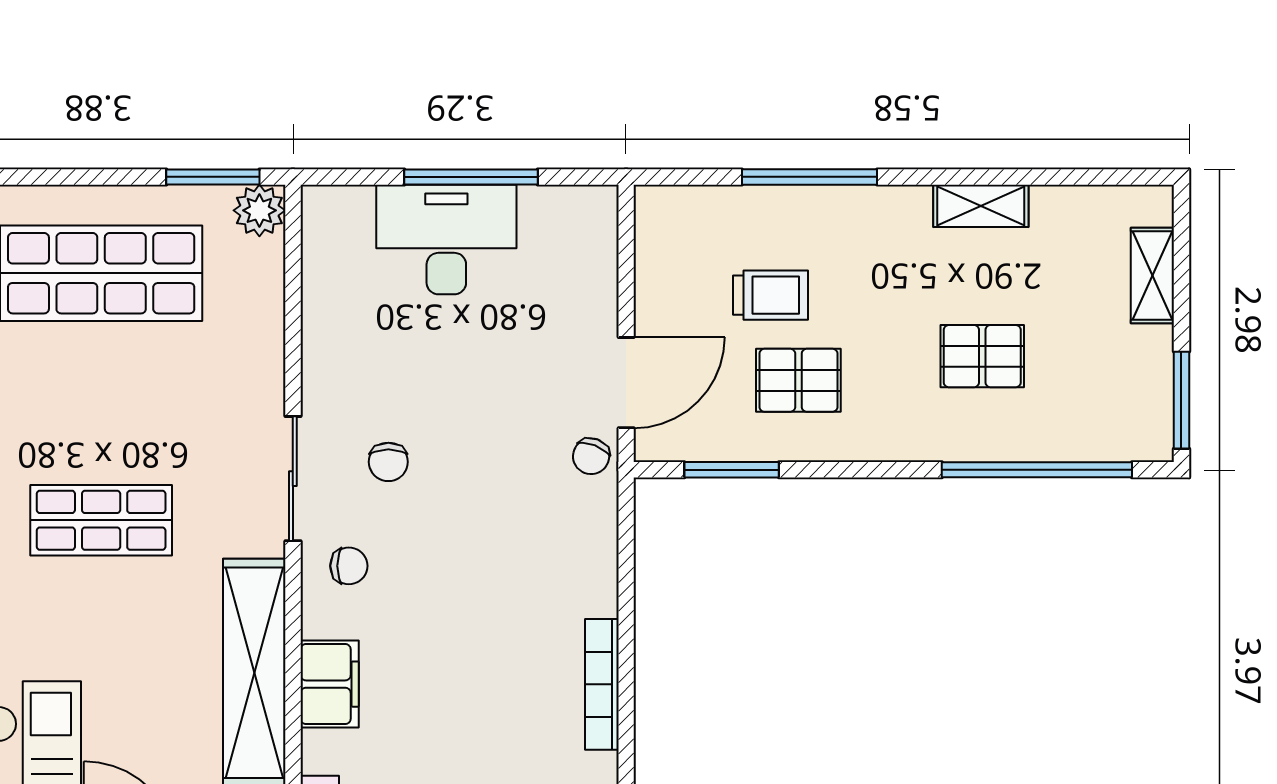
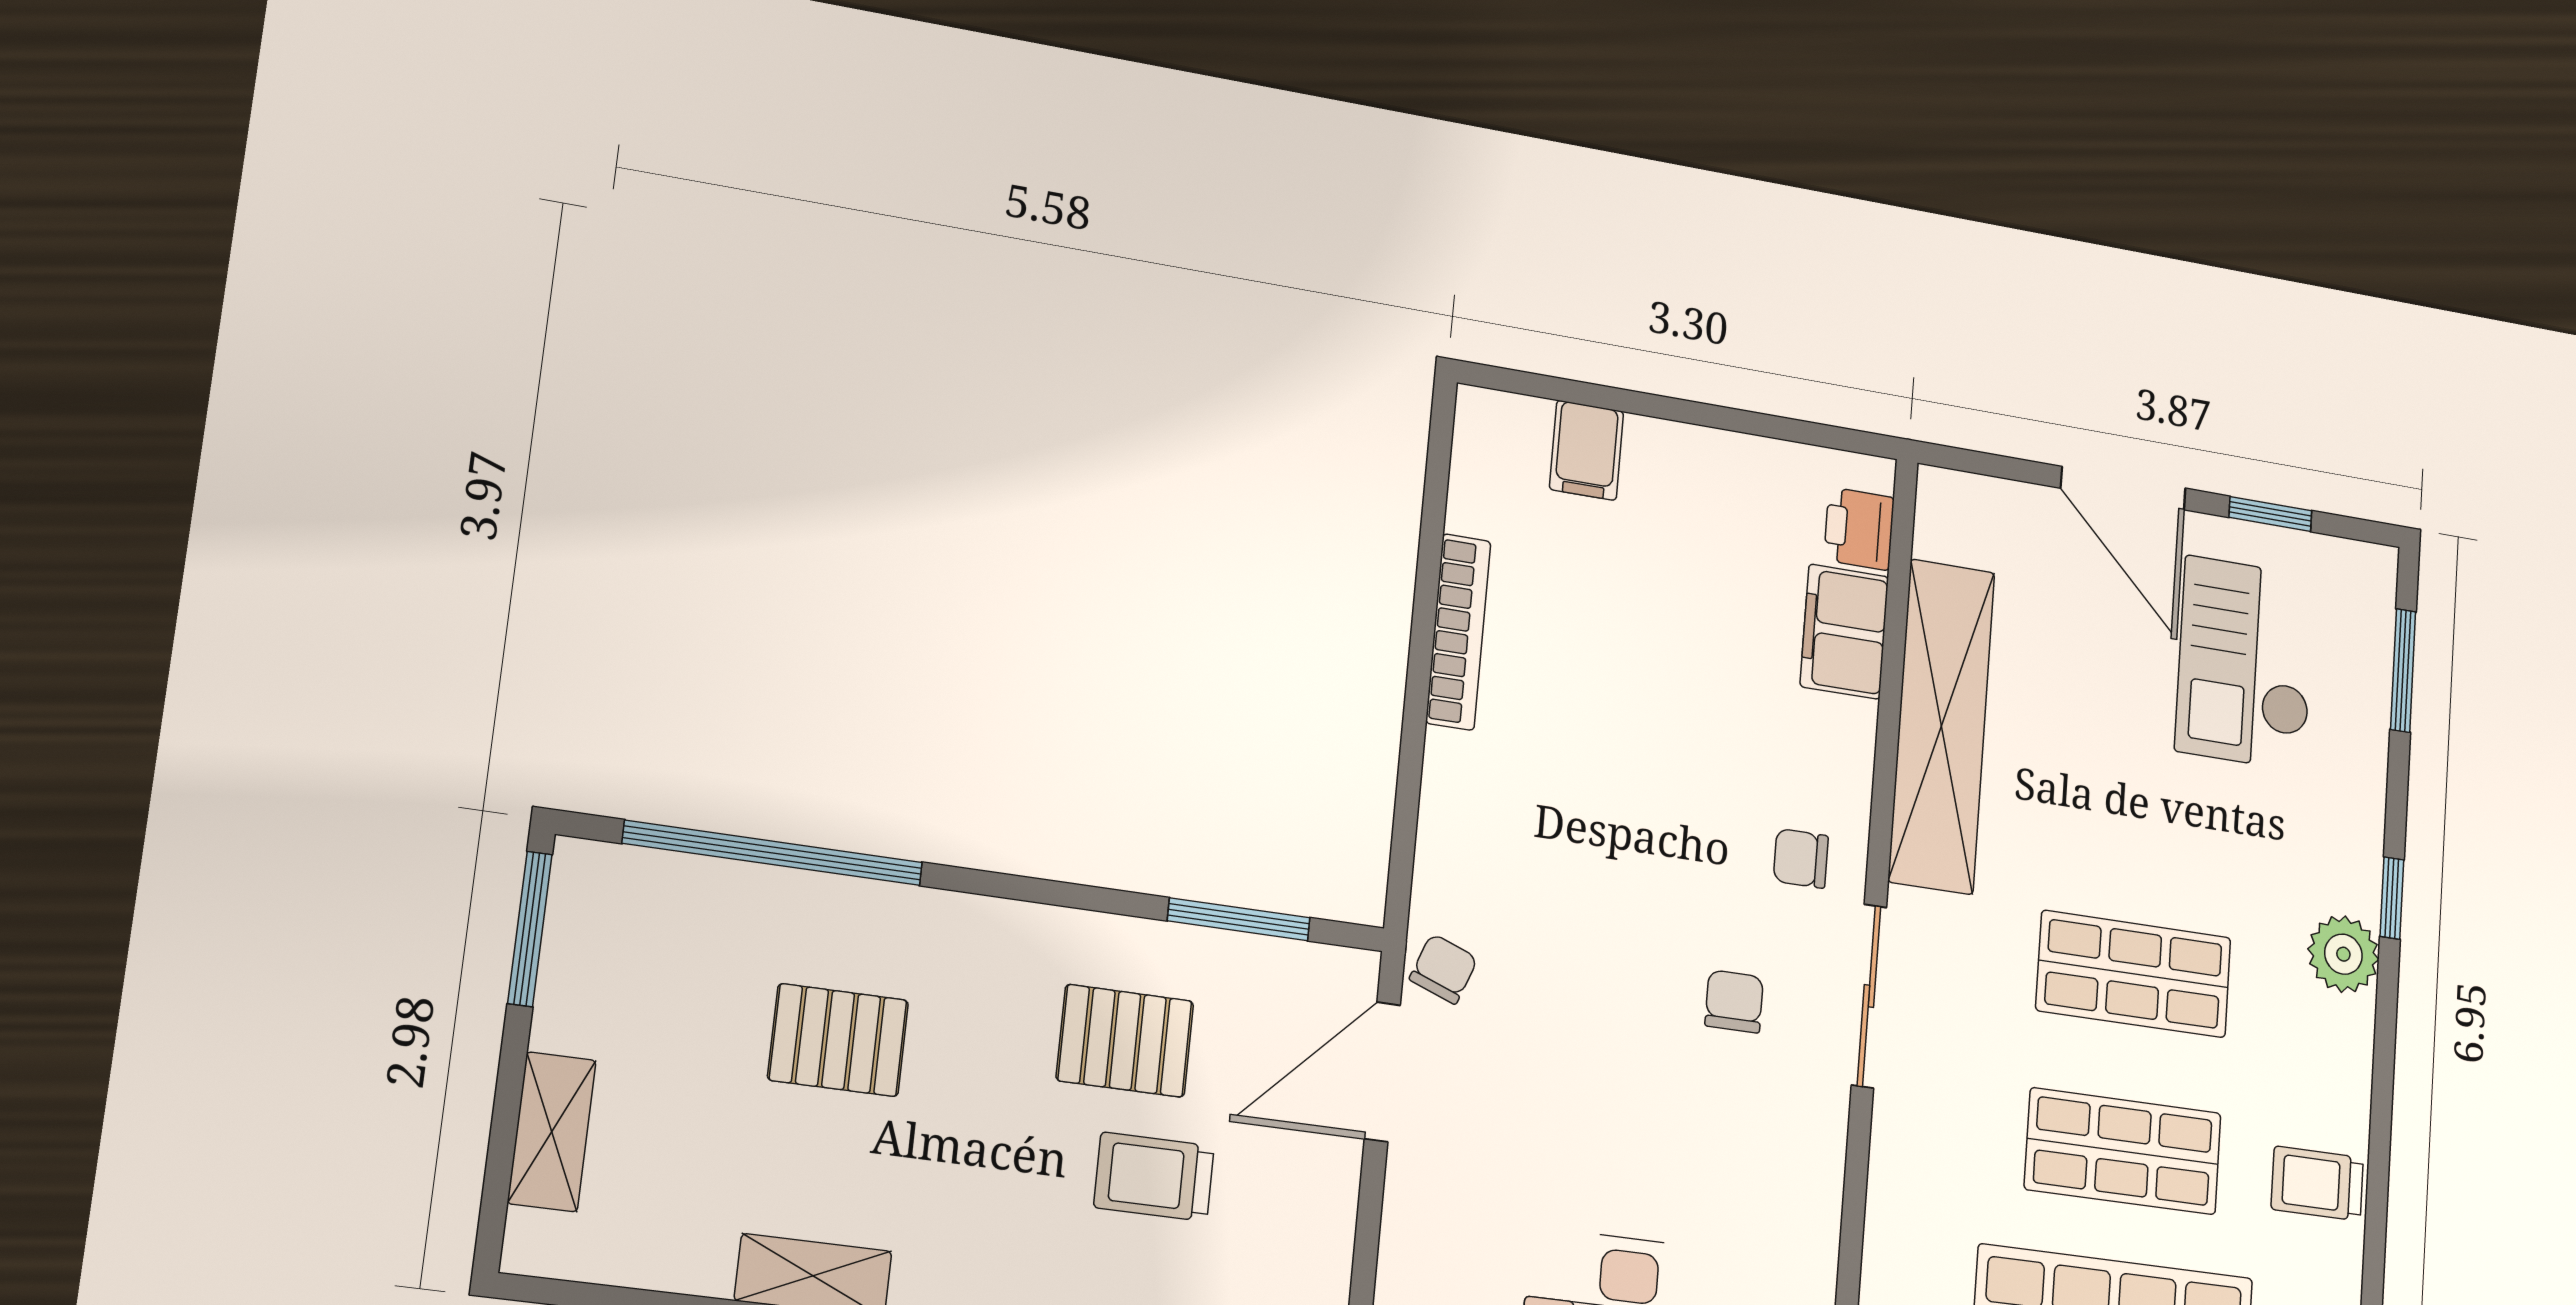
shop shelf: (101, 397) -> (2123, 1151), added
filing cabinet: (330, 684) -> (1844, 632), moved

